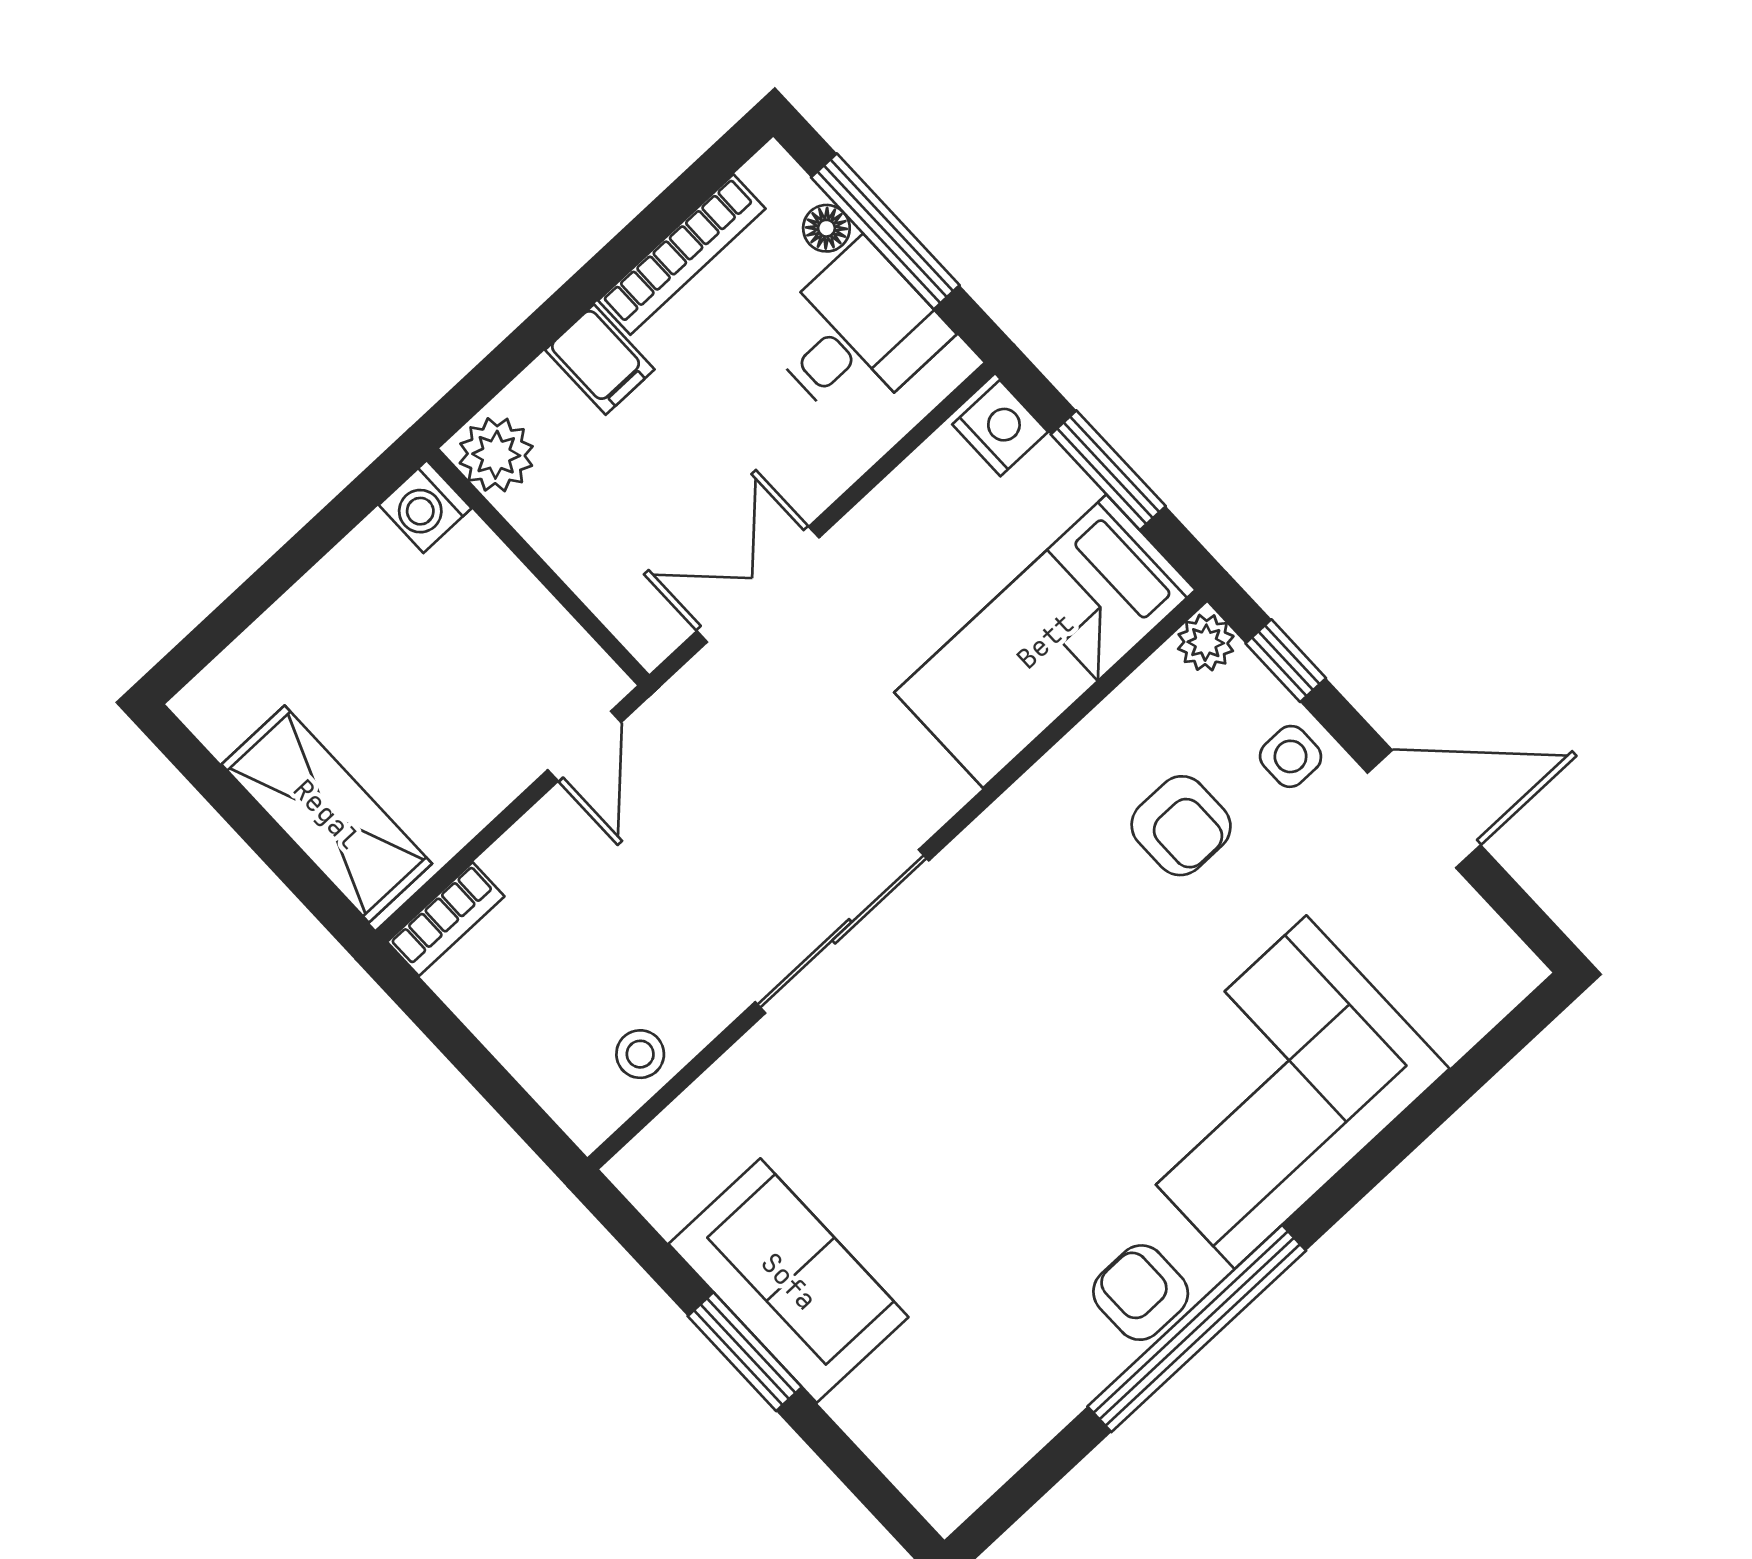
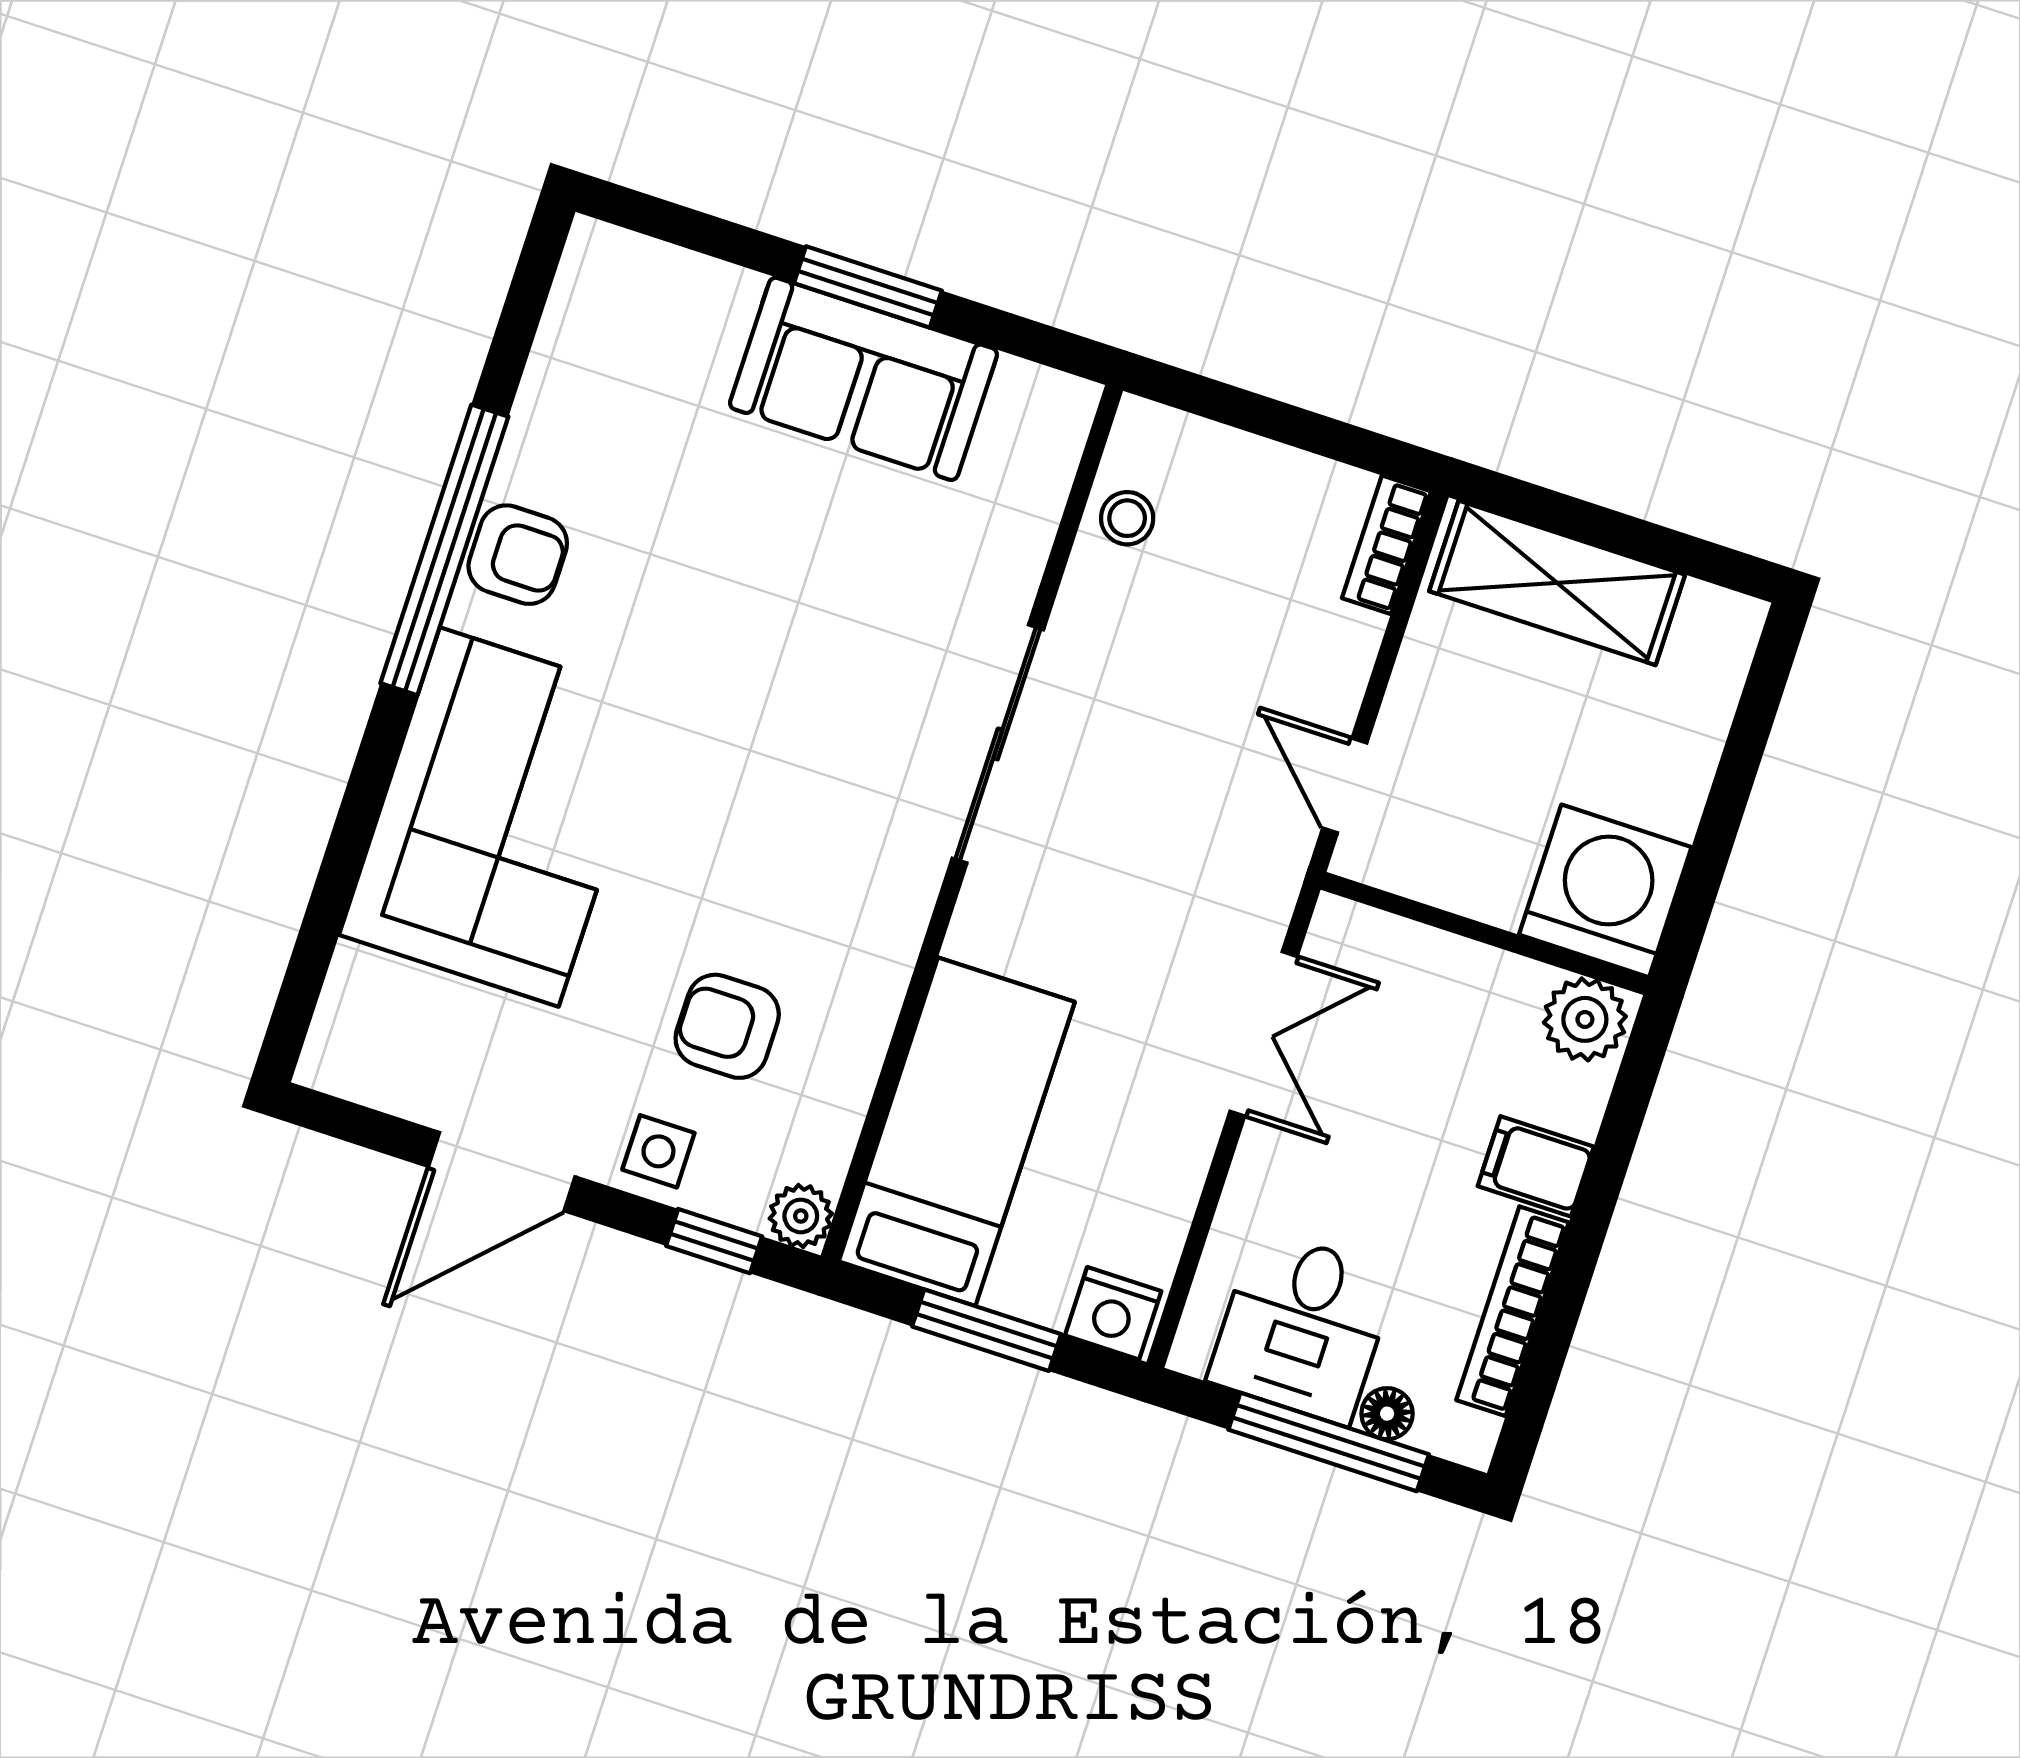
washing machine: (425, 507) -> (1605, 891), width x1.89, depth x1.89

